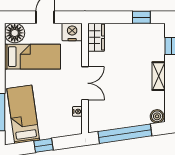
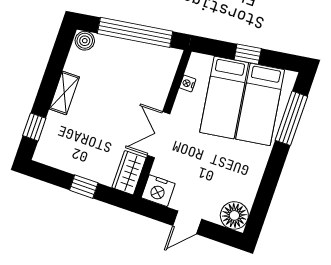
window: (141, 17) -> (84, 187), moved
bed: (33, 57) -> (224, 97), moved, turned -98
double door: (85, 83) -> (159, 135), moved

